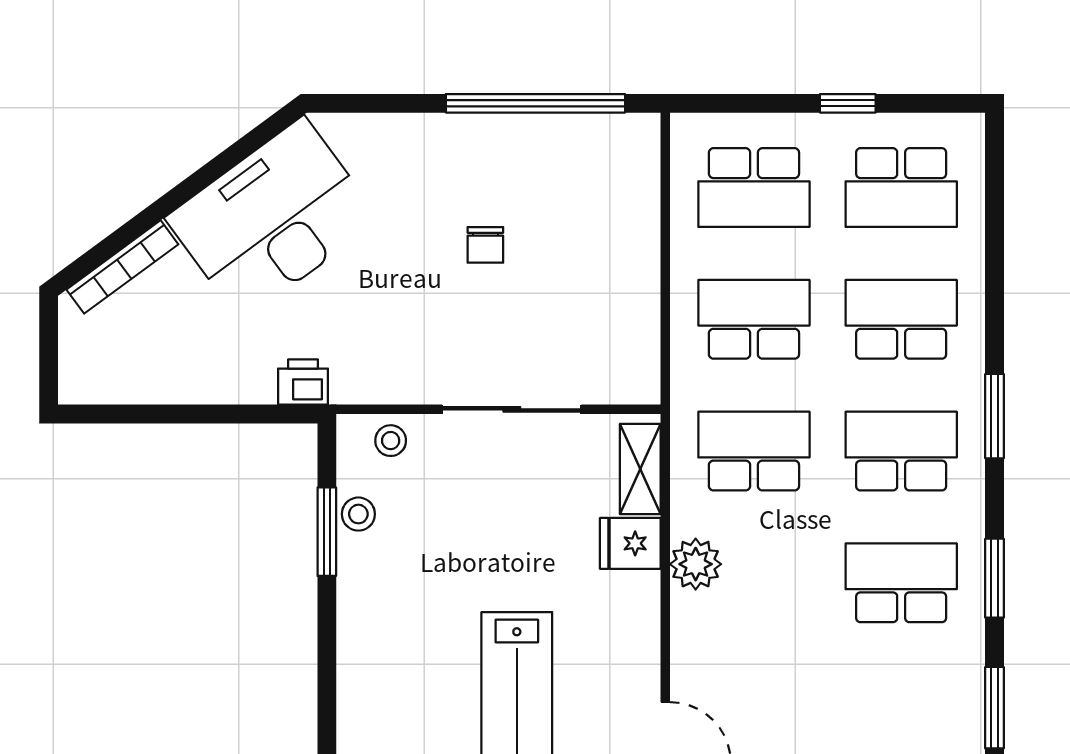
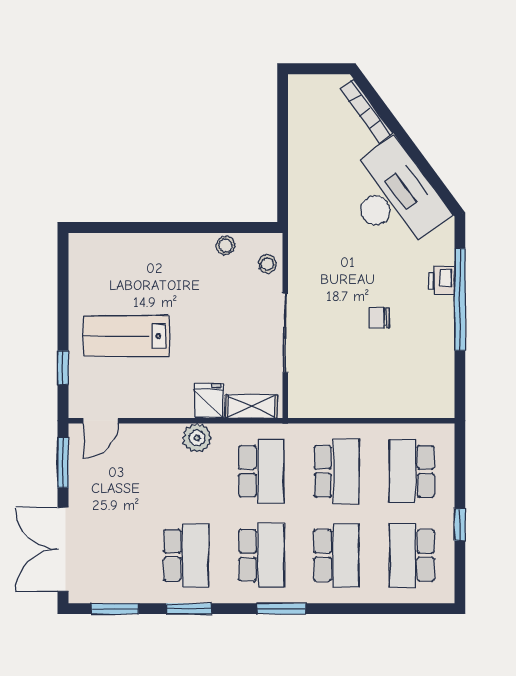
window: (535, 103) -> (460, 299), moved
printer: (303, 382) -> (442, 280), moved, turned 180
window: (327, 532) -> (215, 228), removed

